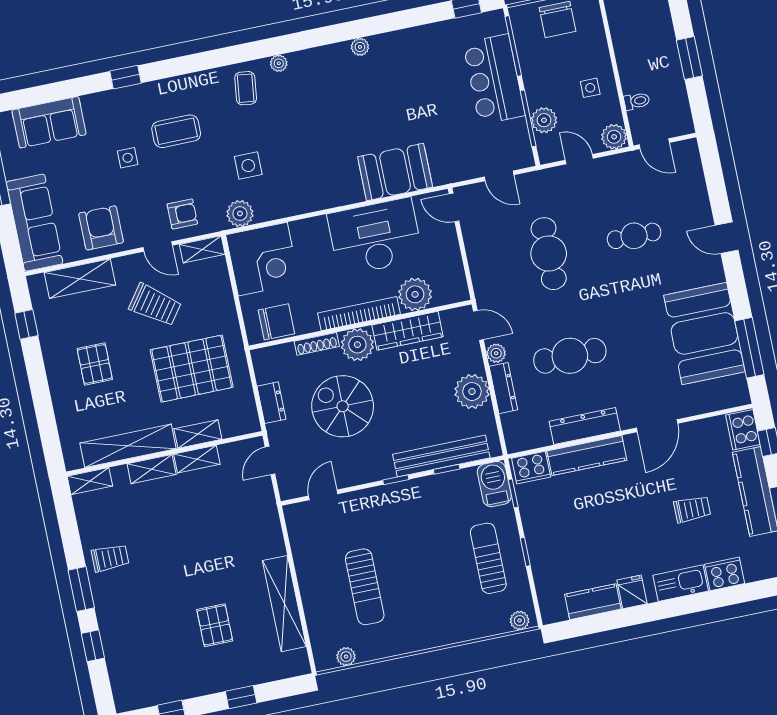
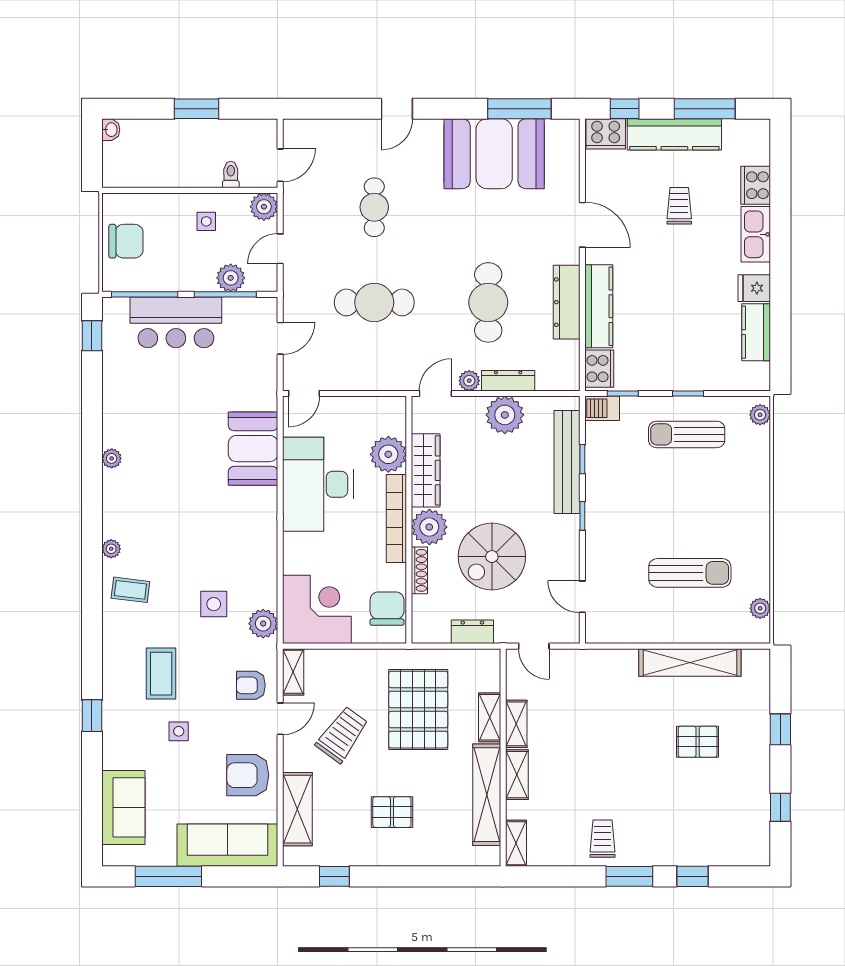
armchair: (182, 214) -> (251, 685), turned -90
barbecue: (494, 484) -> (602, 408), width x0.73, depth x0.79

